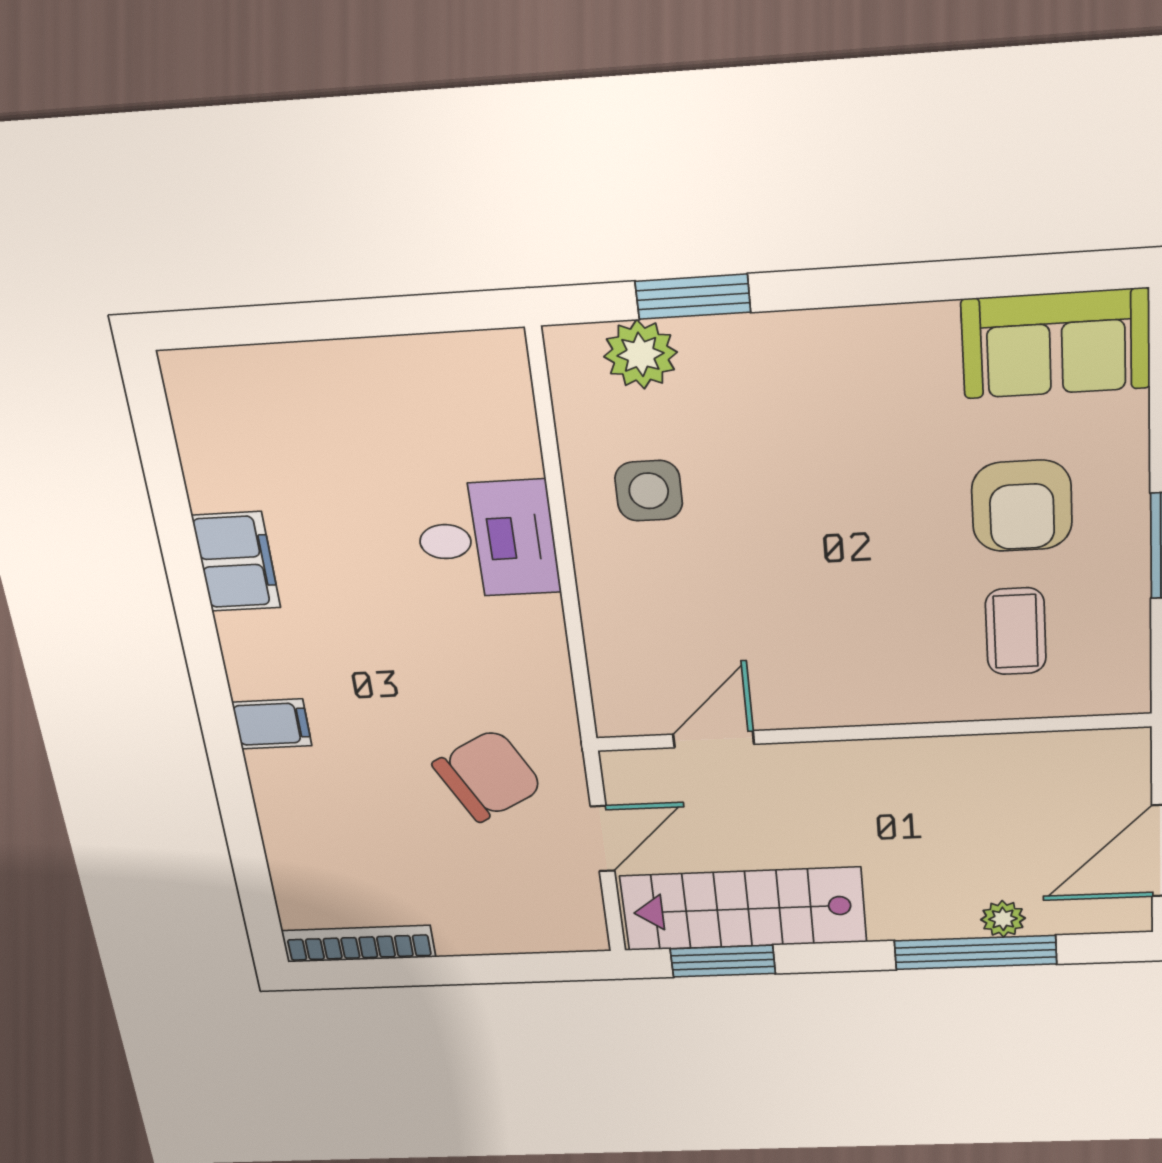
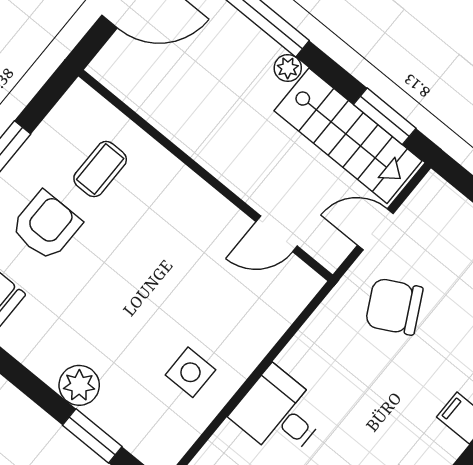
plant: (640, 354) -> (79, 385), moved
plant: (1003, 919) -> (288, 68), moved

